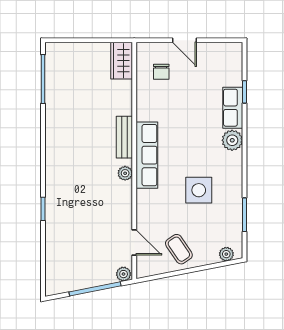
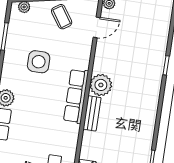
plant: (125, 173) -> (101, 85), width x1.88, depth x1.88
door: (134, 242) -> (97, 27), swing flipped

